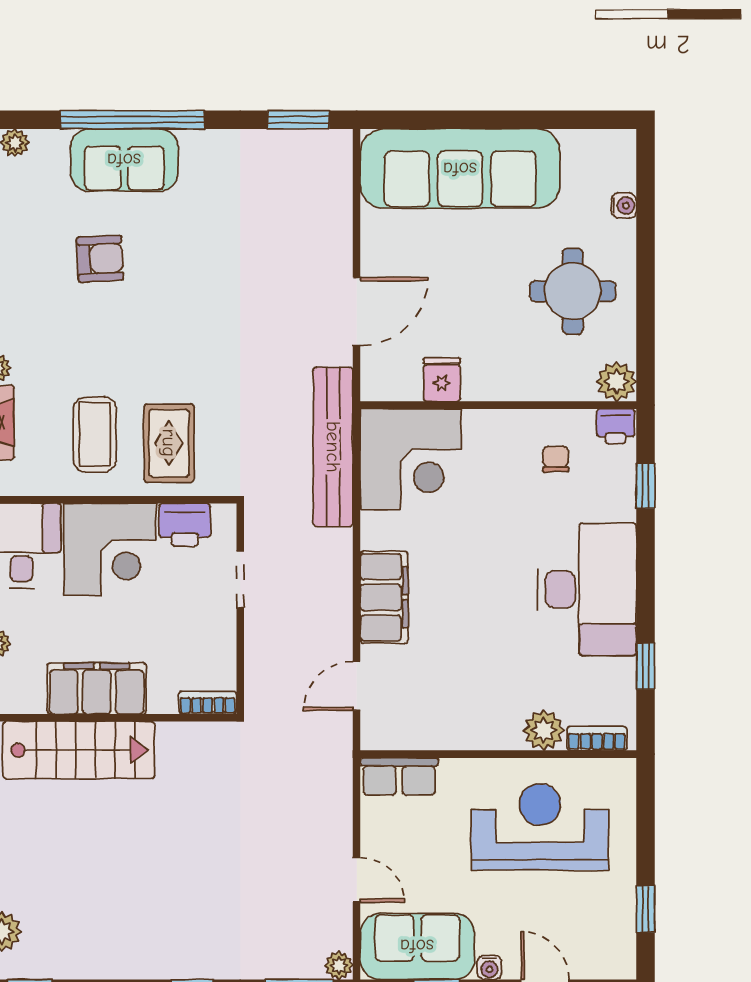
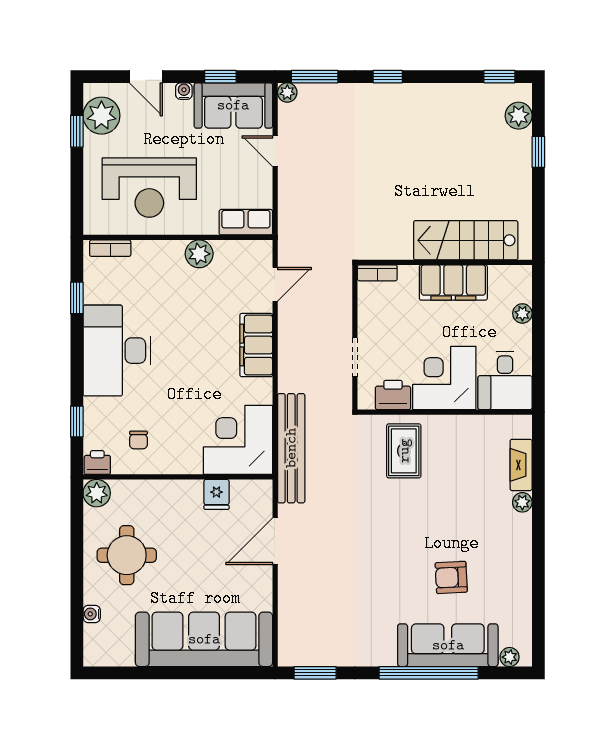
sofa: (124, 160) -> (448, 645), width x1.36
coffee table: (95, 434) -> (455, 457), removed
plant: (544, 730) -> (199, 254), moved
plant: (610, 932) -> (101, 116), added

